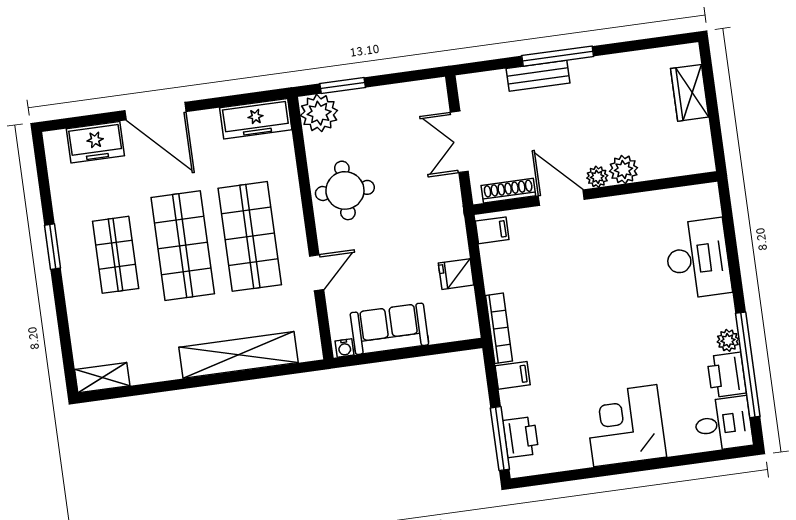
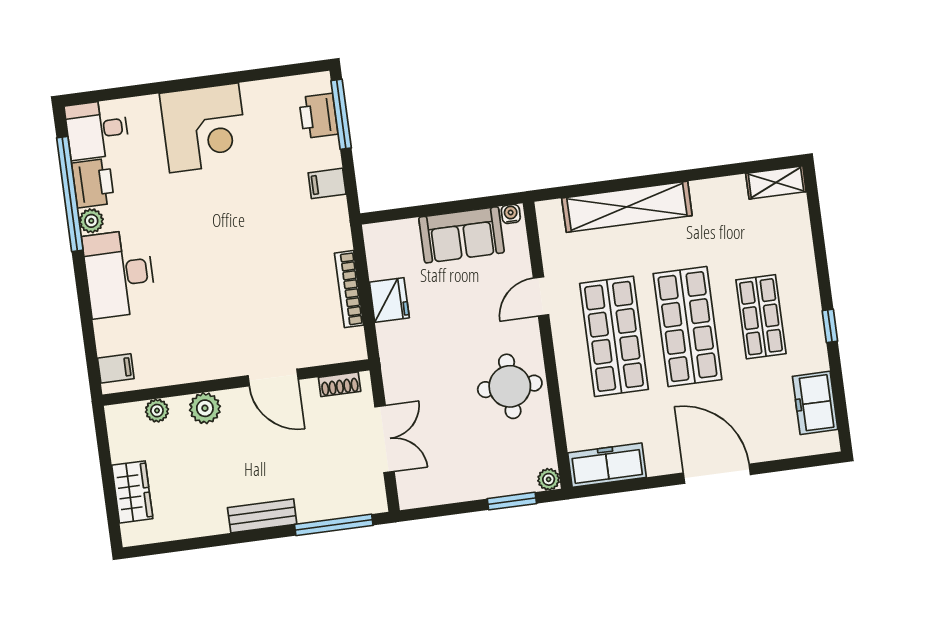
window: (558, 56) -> (334, 525), moved
bench: (538, 76) -> (262, 516), moved
plant: (319, 113) -> (549, 479), width x0.53, depth x0.53
freezer: (95, 142) -> (815, 403), moved, turned -90
plant: (597, 177) -> (157, 411), moved
shoe rack: (508, 191) -> (340, 384), width x0.70
filing cabinet: (492, 230) -> (116, 368), moved, turned 180
window: (53, 247) -> (830, 326), width x0.67
desk: (698, 259) -> (119, 274), moved
fridge: (456, 274) -> (389, 300), width x1.38
bookcase: (499, 328) -> (349, 289), moved

